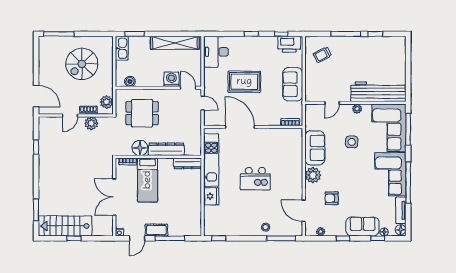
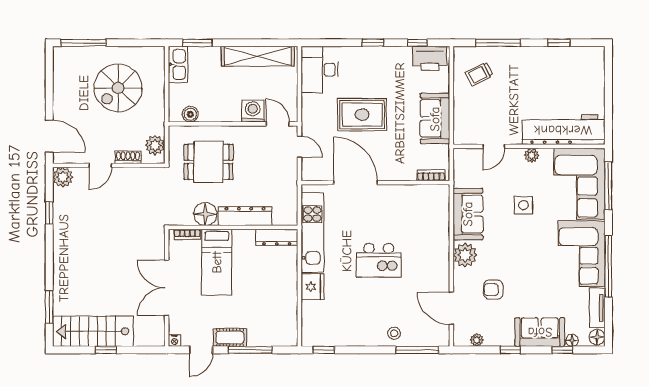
window: (346, 34) -> (498, 43), moved
plant: (91, 123) -> (63, 177), moved

